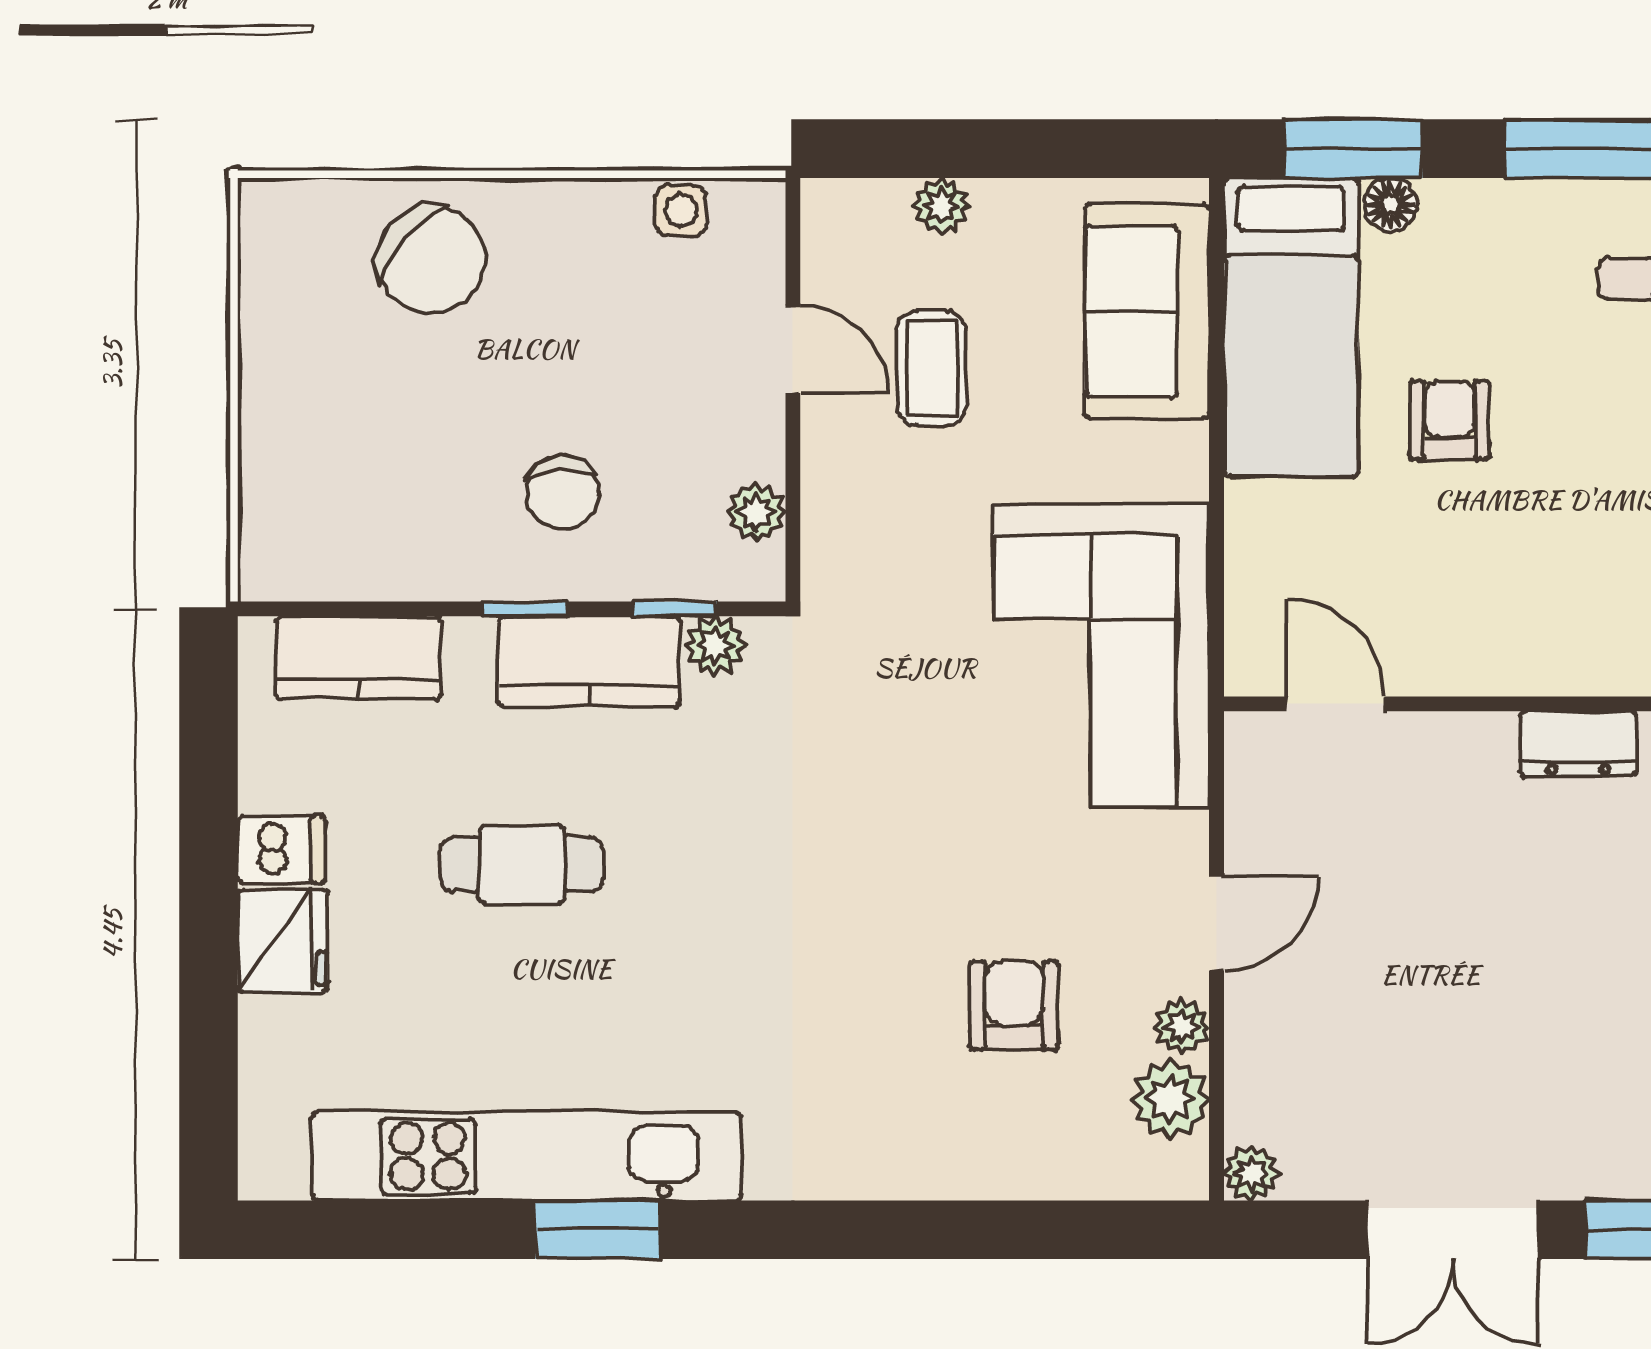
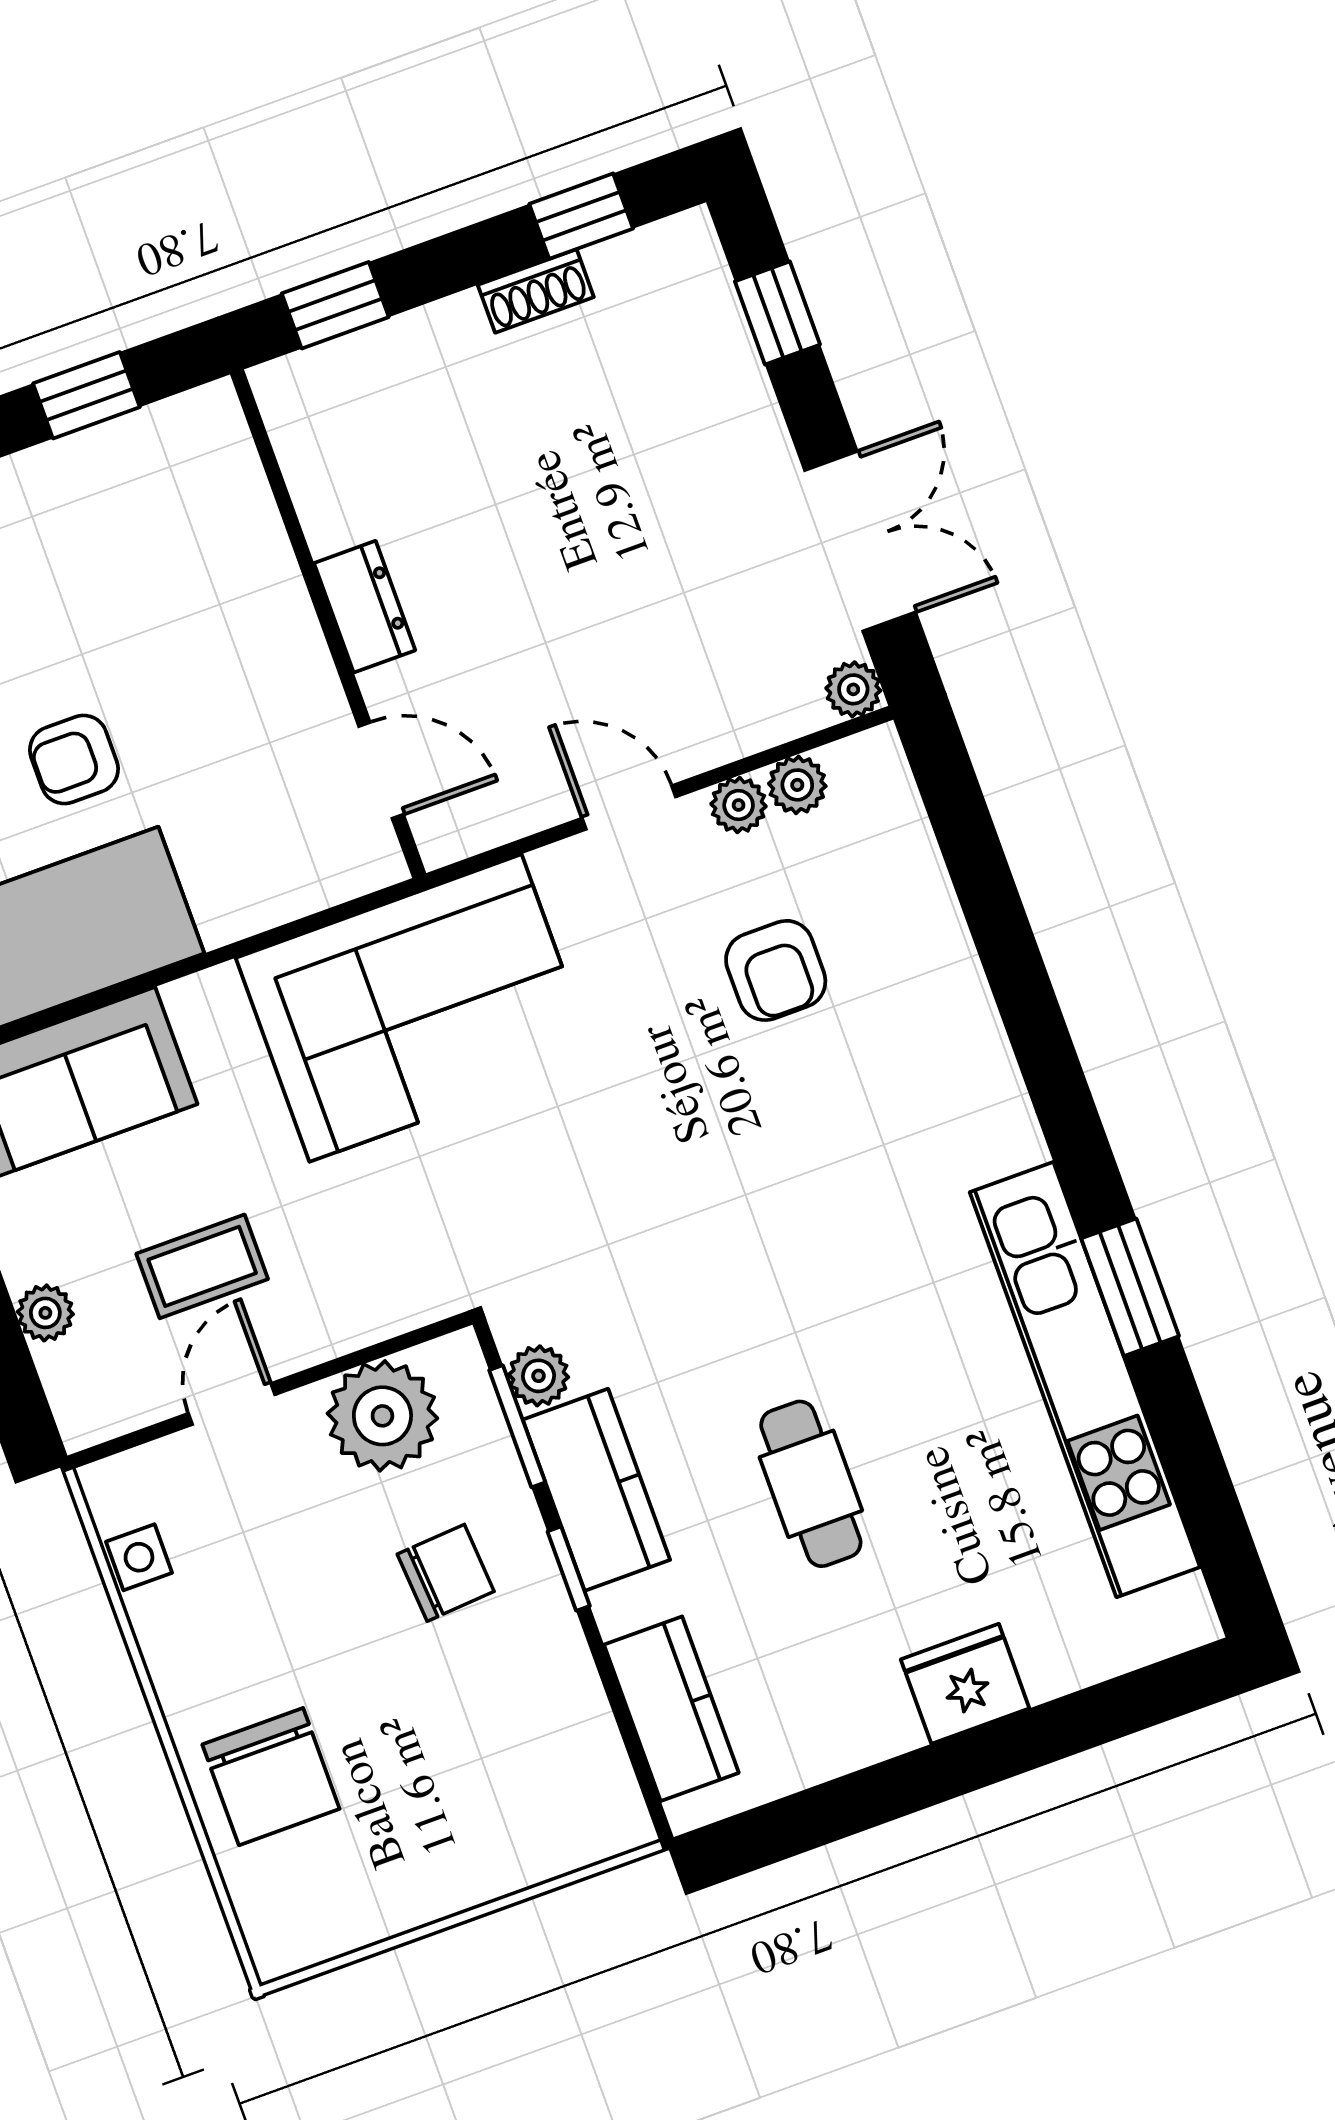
chair: (431, 260) -> (271, 1777), turned 139
plant: (756, 512) -> (382, 1416), width x1.87, depth x1.87
window: (675, 609) -> (517, 1426), width x1.50
door: (1335, 704) -> (381, 770), swing flipped
dresser: (1578, 744) -> (365, 607), moved
dishwasher: (281, 849) -> (879, 1716), removed
armchair: (1014, 1005) -> (776, 970), turned -90
plant: (1170, 1099) -> (797, 785), width x0.73, depth x0.73
double door: (1453, 1230) -> (860, 541), moved

